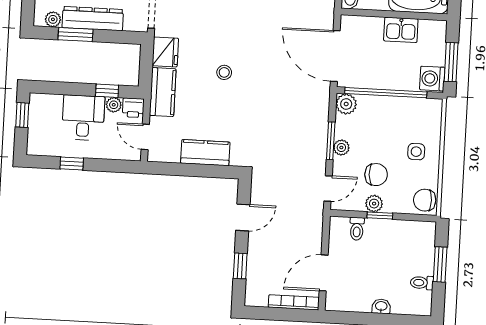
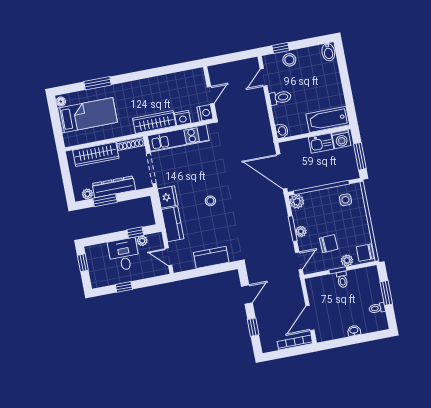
washing machine: (432, 79) -> (341, 139), moved, turned -90
printer: (133, 108) -> (156, 239), removed
side table: (416, 152) -> (345, 200), moved
plant: (374, 204) -> (347, 260), moved
toilet: (357, 229) -> (342, 280), moved

